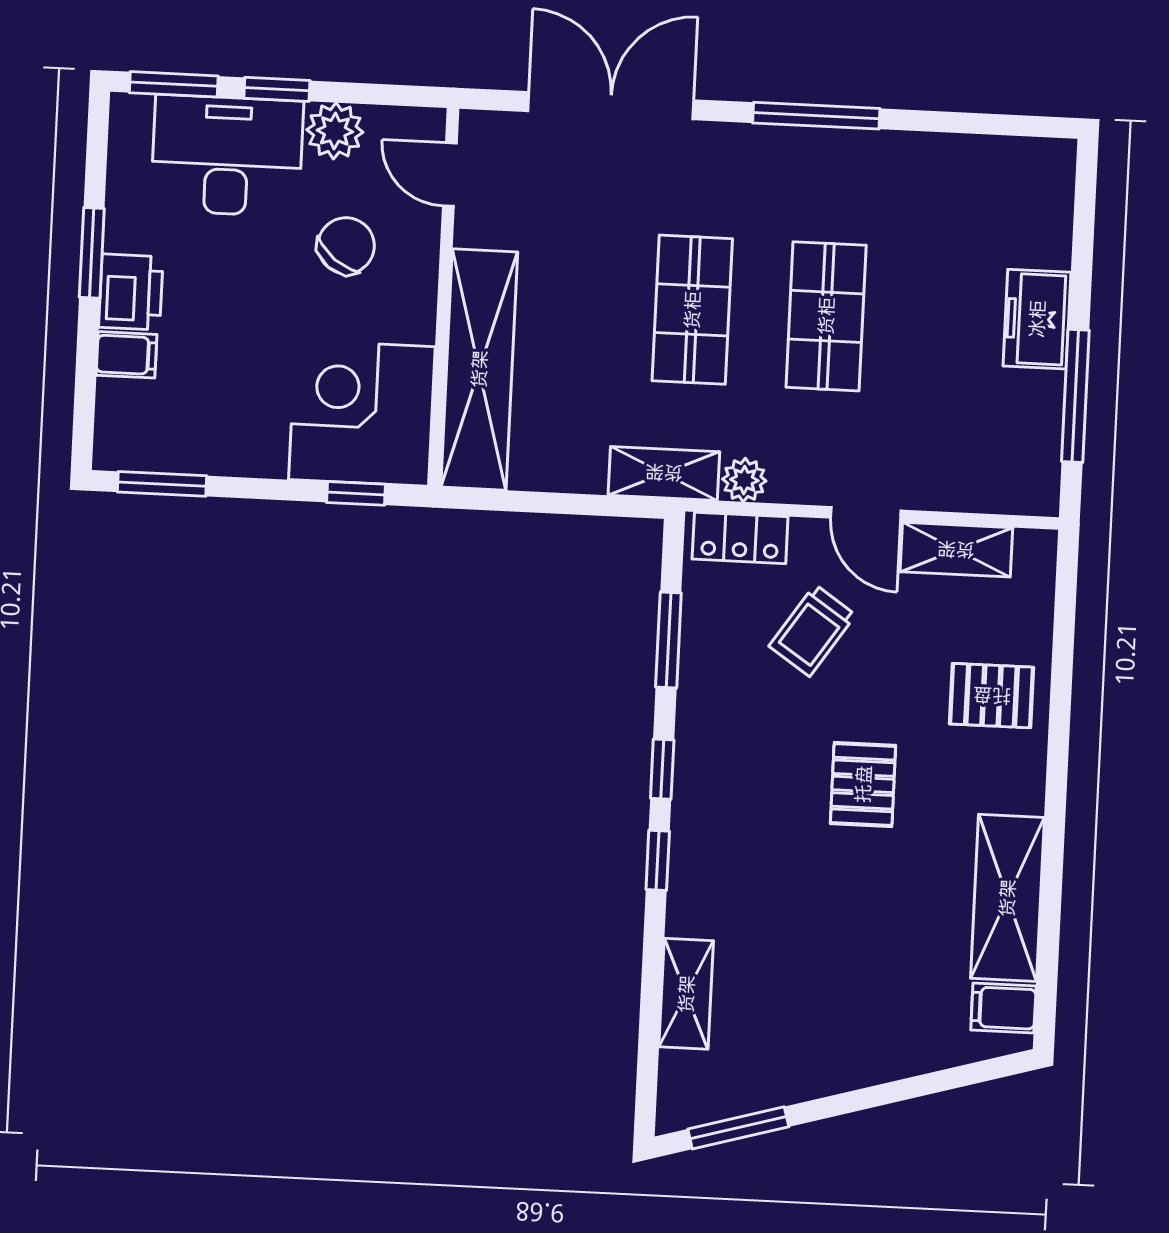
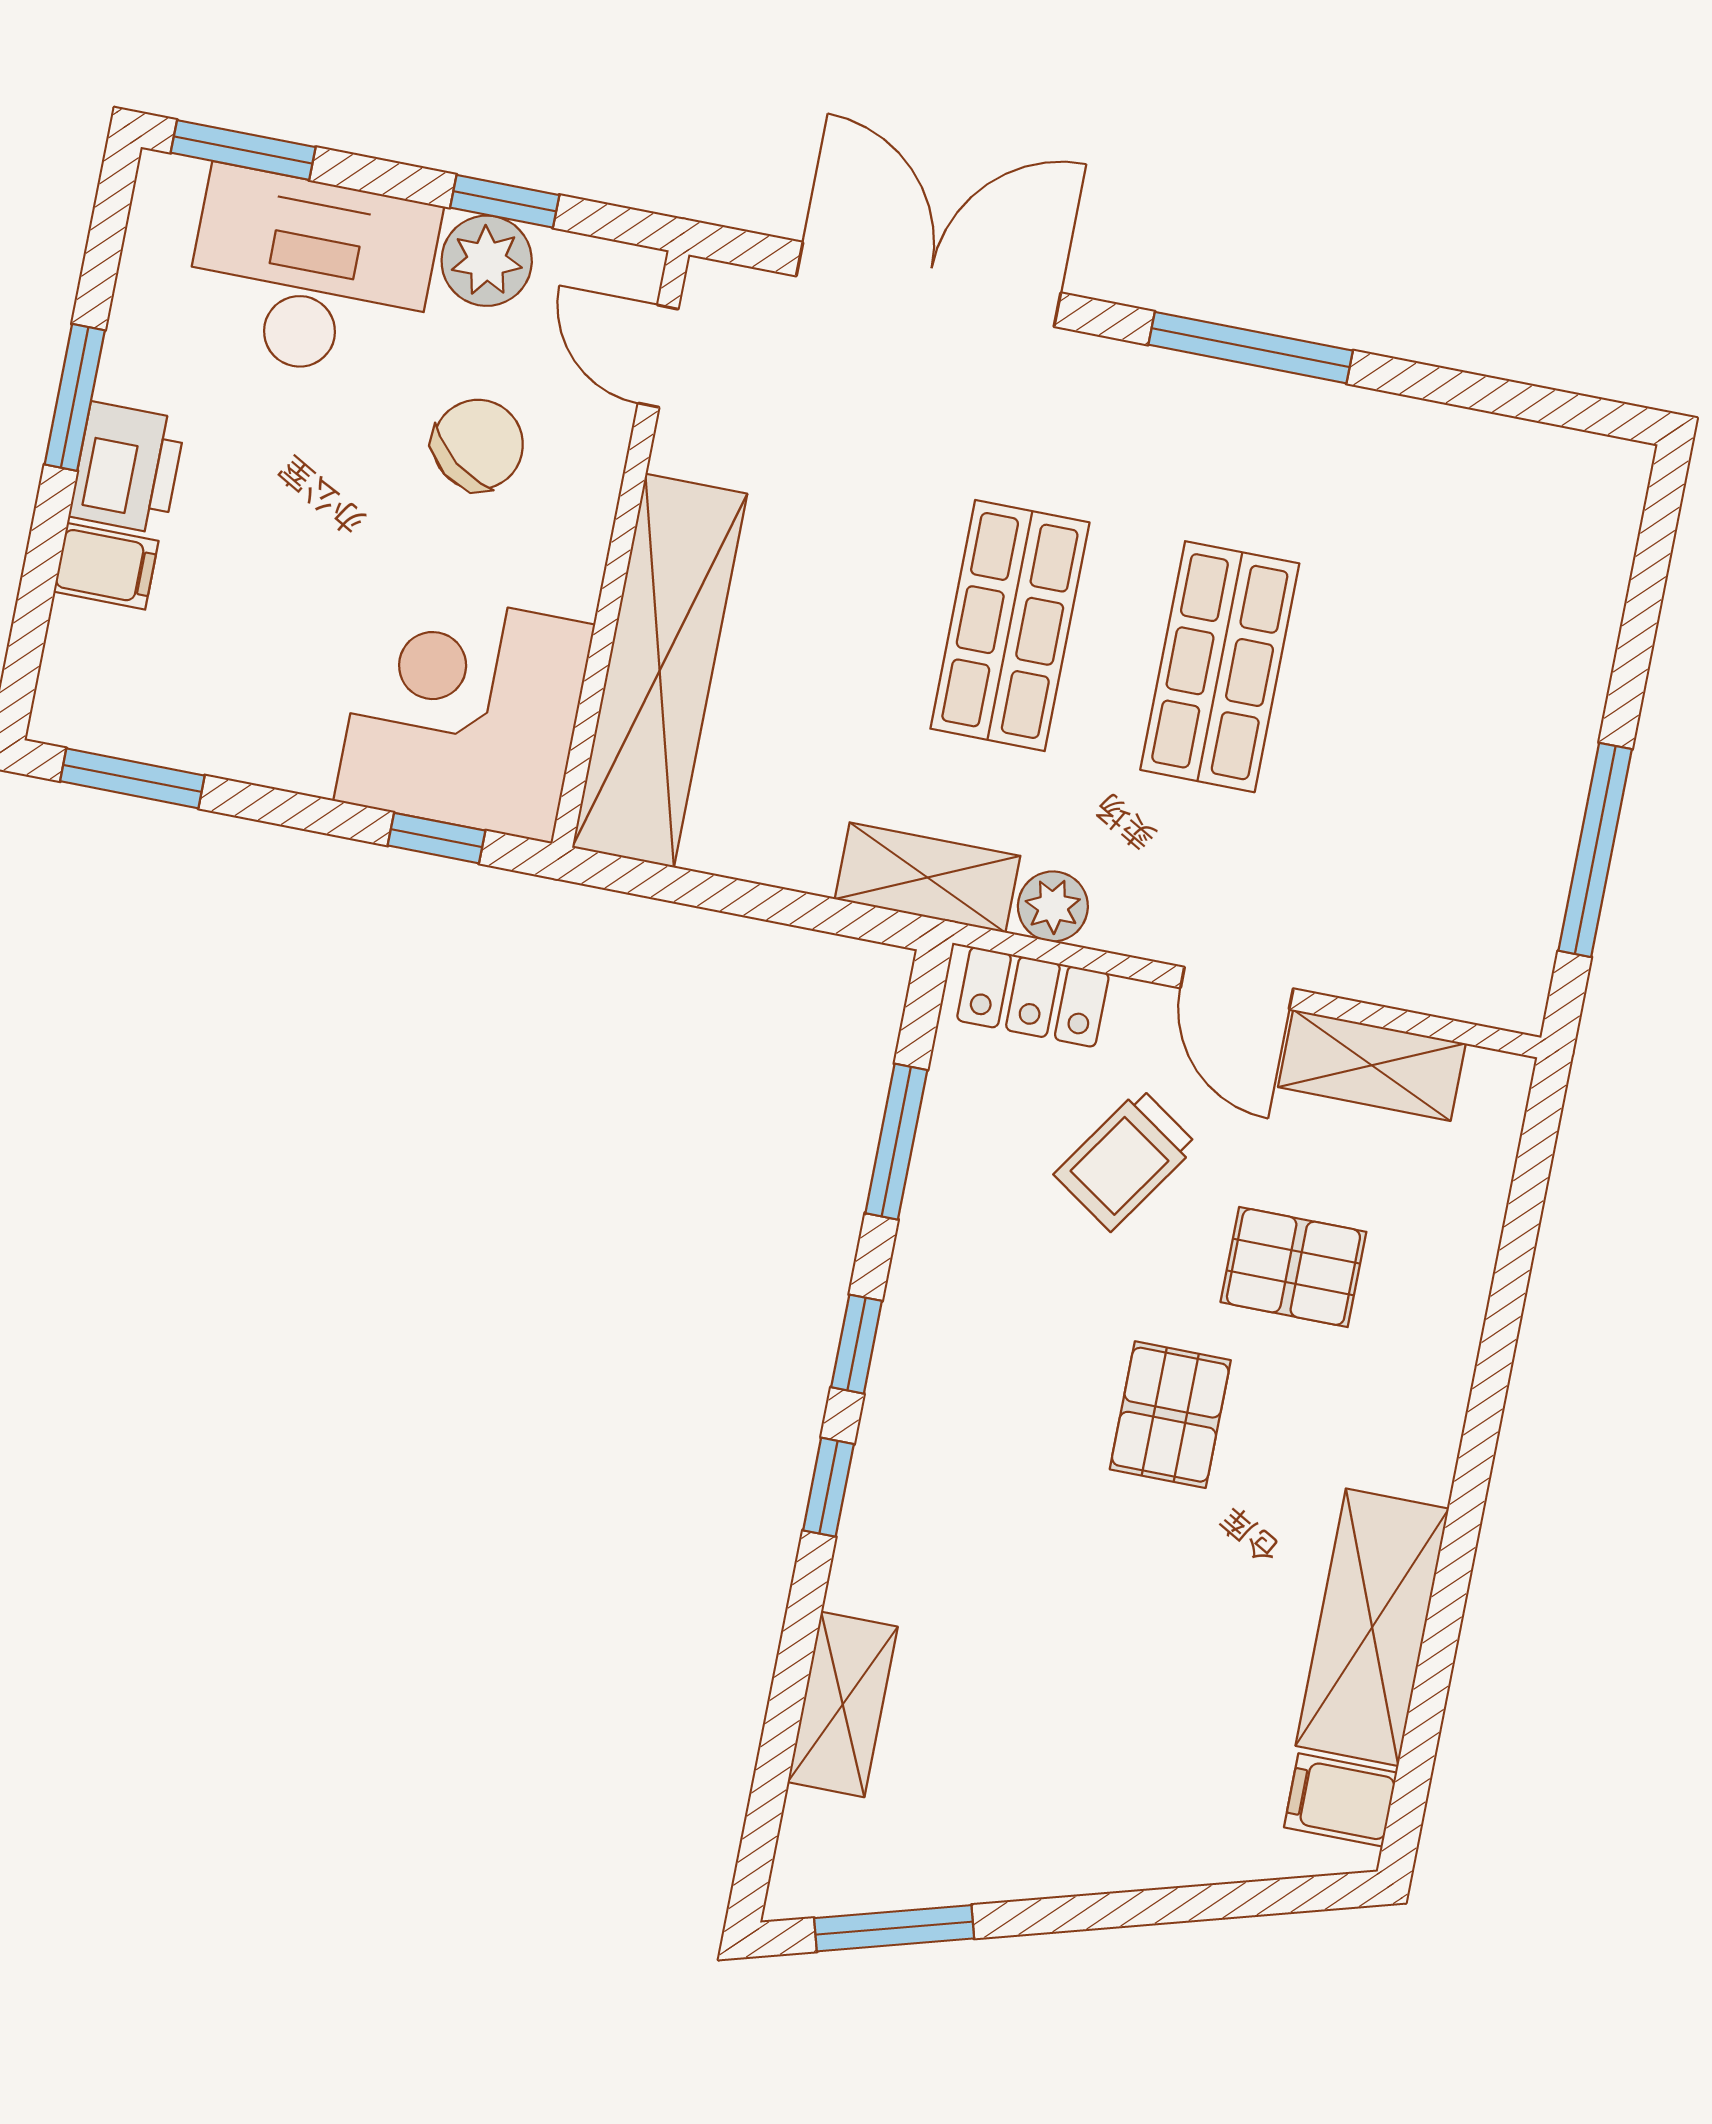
window: (277, 89) -> (505, 201), moved
freezer: (1037, 319) -> (1552, 720), removed
pallet: (992, 696) -> (1293, 1267), moved

